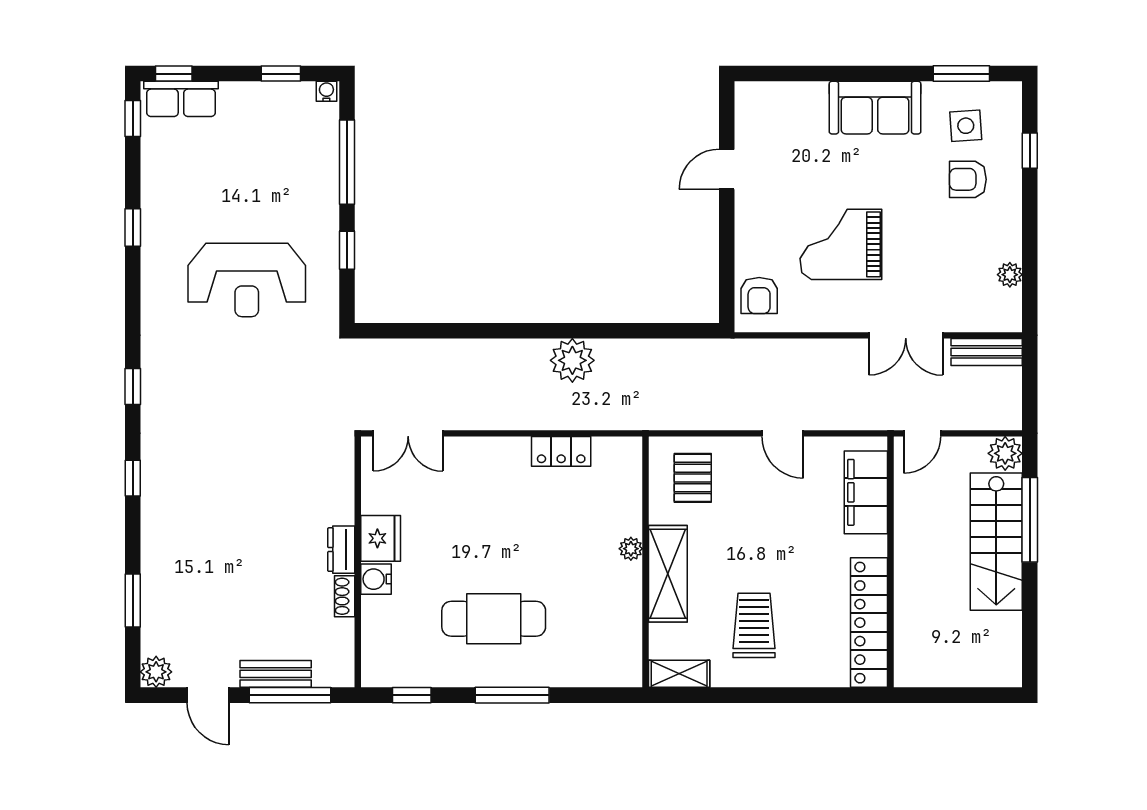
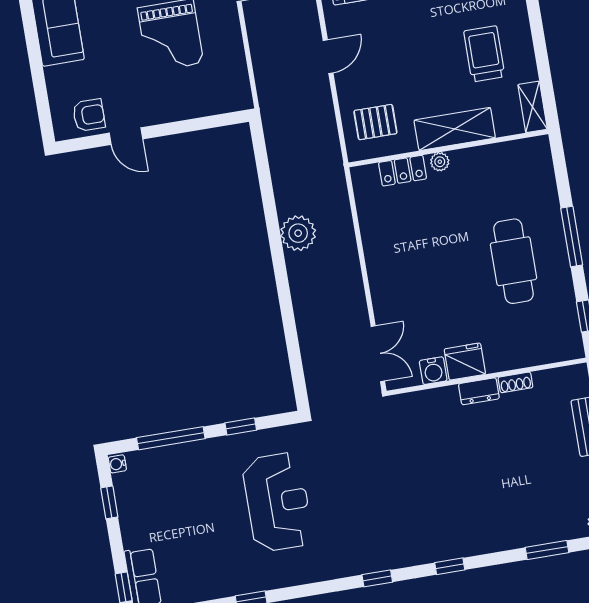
armchair: (759, 296) -> (89, 115), moved
locker: (561, 451) -> (403, 171), moved, turned 90
water cooler: (376, 579) -> (433, 371), moved
trolley: (754, 625) -> (484, 54), turned 90

